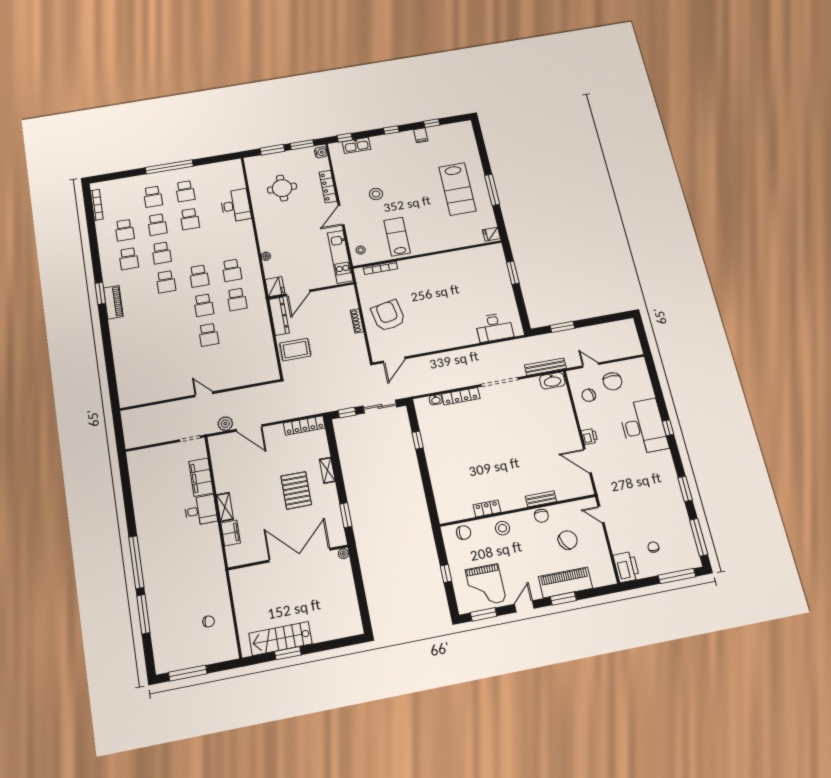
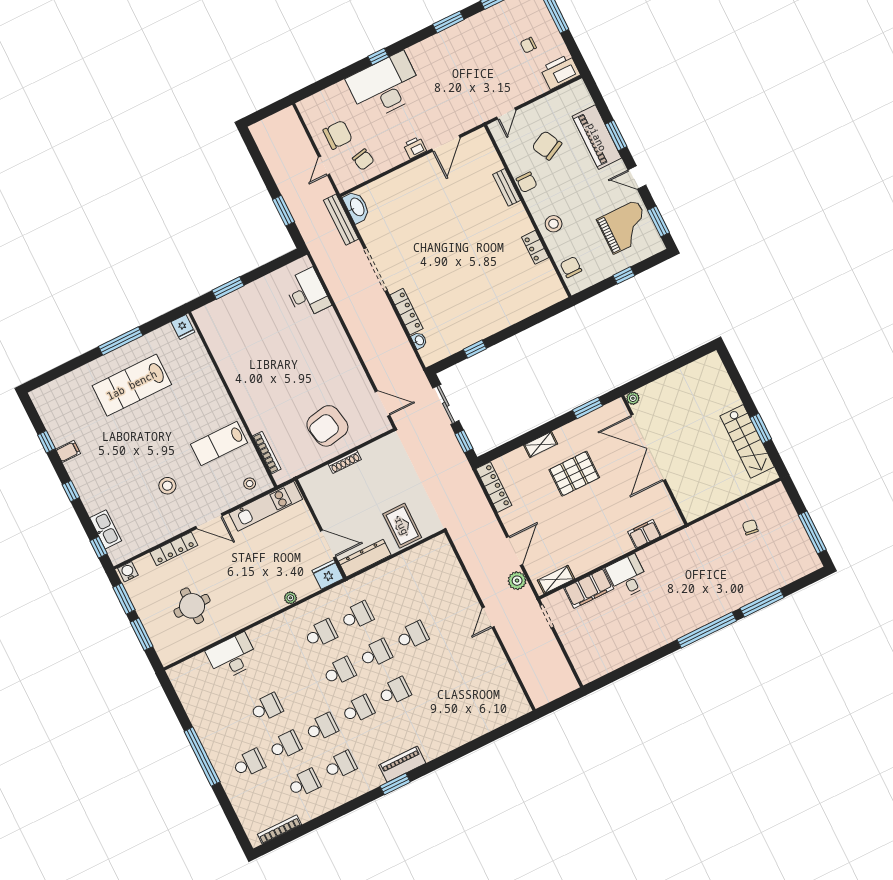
lab bench: (457, 189) -> (132, 385), turned 180
school desk: (185, 191) -> (394, 691), moved
shelving: (225, 507) -> (556, 580), moved
chair: (541, 516) -> (527, 182), turned 90

